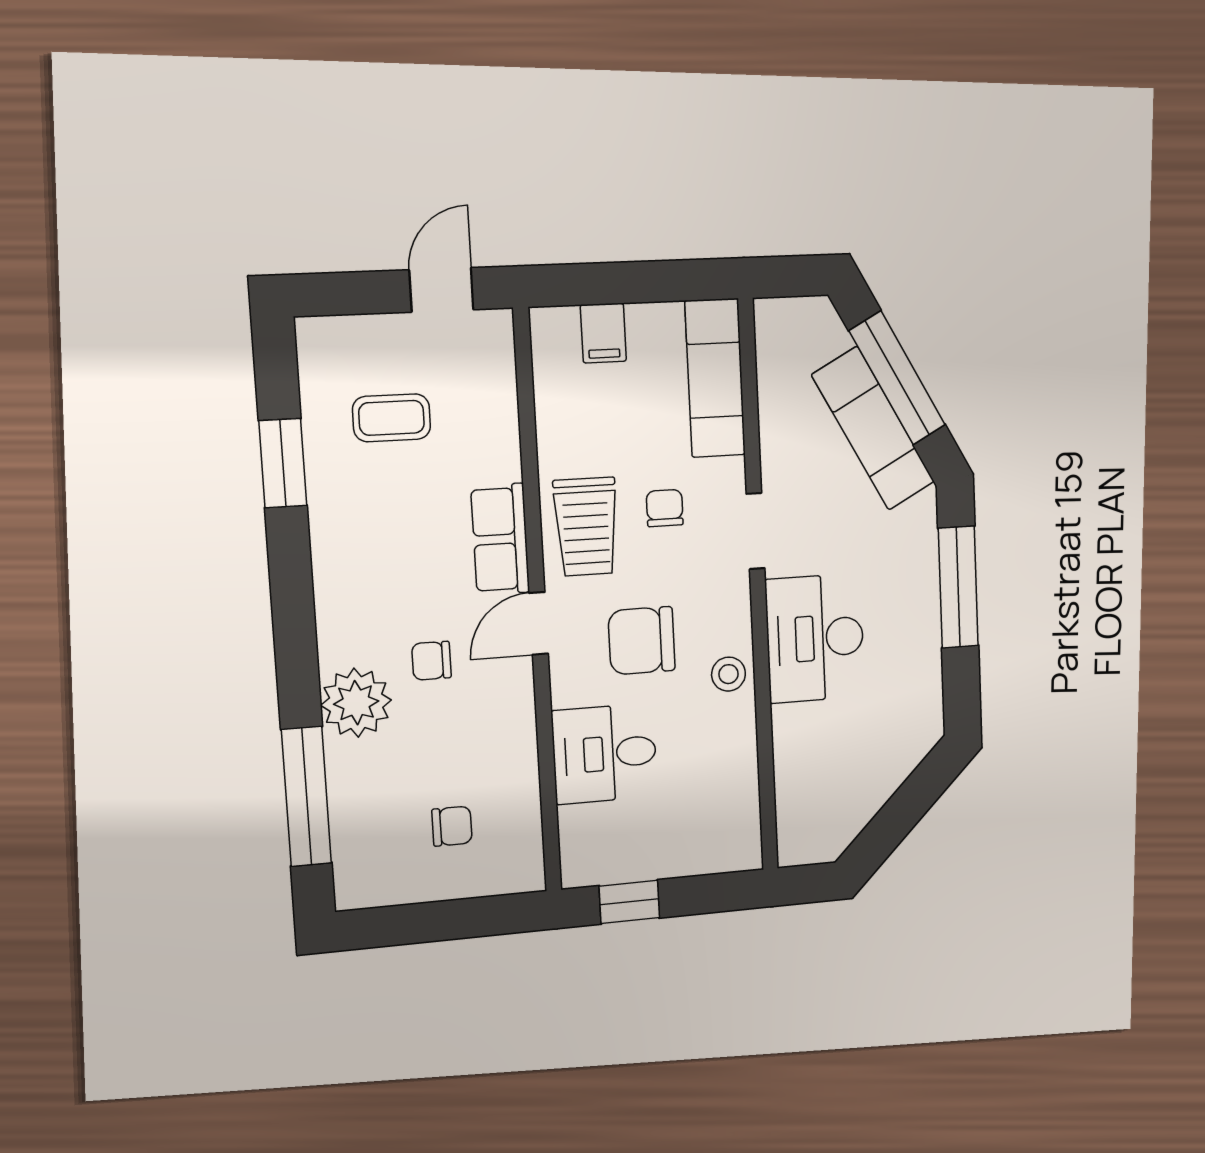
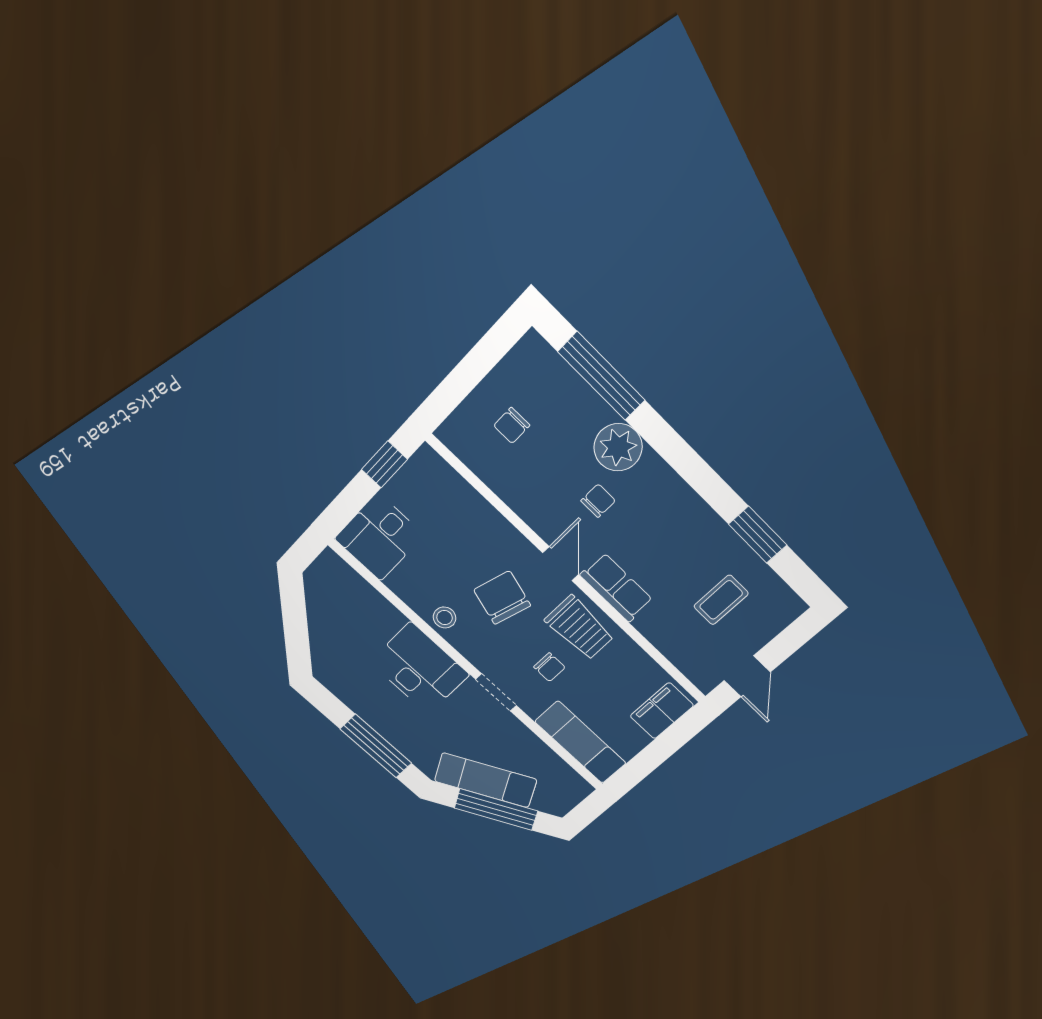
filing cabinet: (603, 333) -> (662, 711), width x2.00
trolley: (586, 527) -> (580, 628), turned 180
chair: (642, 641) -> (502, 598), turned -74
desk: (605, 754) -> (379, 537), moved, turned 180

